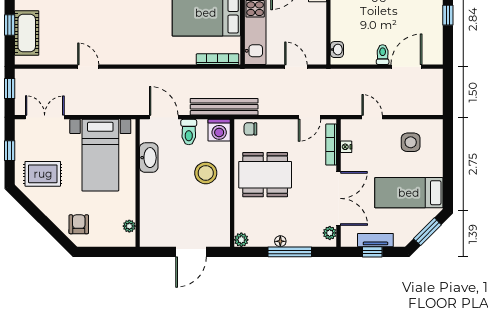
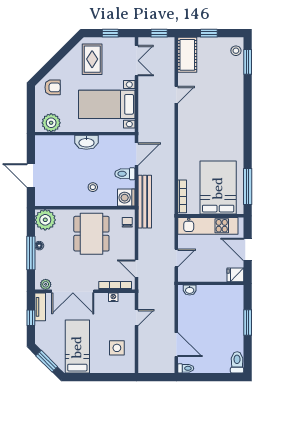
window: (448, 15) -> (217, 377), removed
cot: (27, 33) -> (187, 55), moved, turned 90
toilet: (383, 55) -> (186, 368), moved
washbasin: (149, 158) -> (86, 142), moved
stool: (206, 173) -> (93, 187), width x0.53, depth x0.53
plant: (129, 226) -> (51, 123), width x1.88, depth x1.88
plant: (241, 240) -> (45, 220), width x1.88, depth x1.88
tv unit: (375, 240) -> (40, 307), moved

